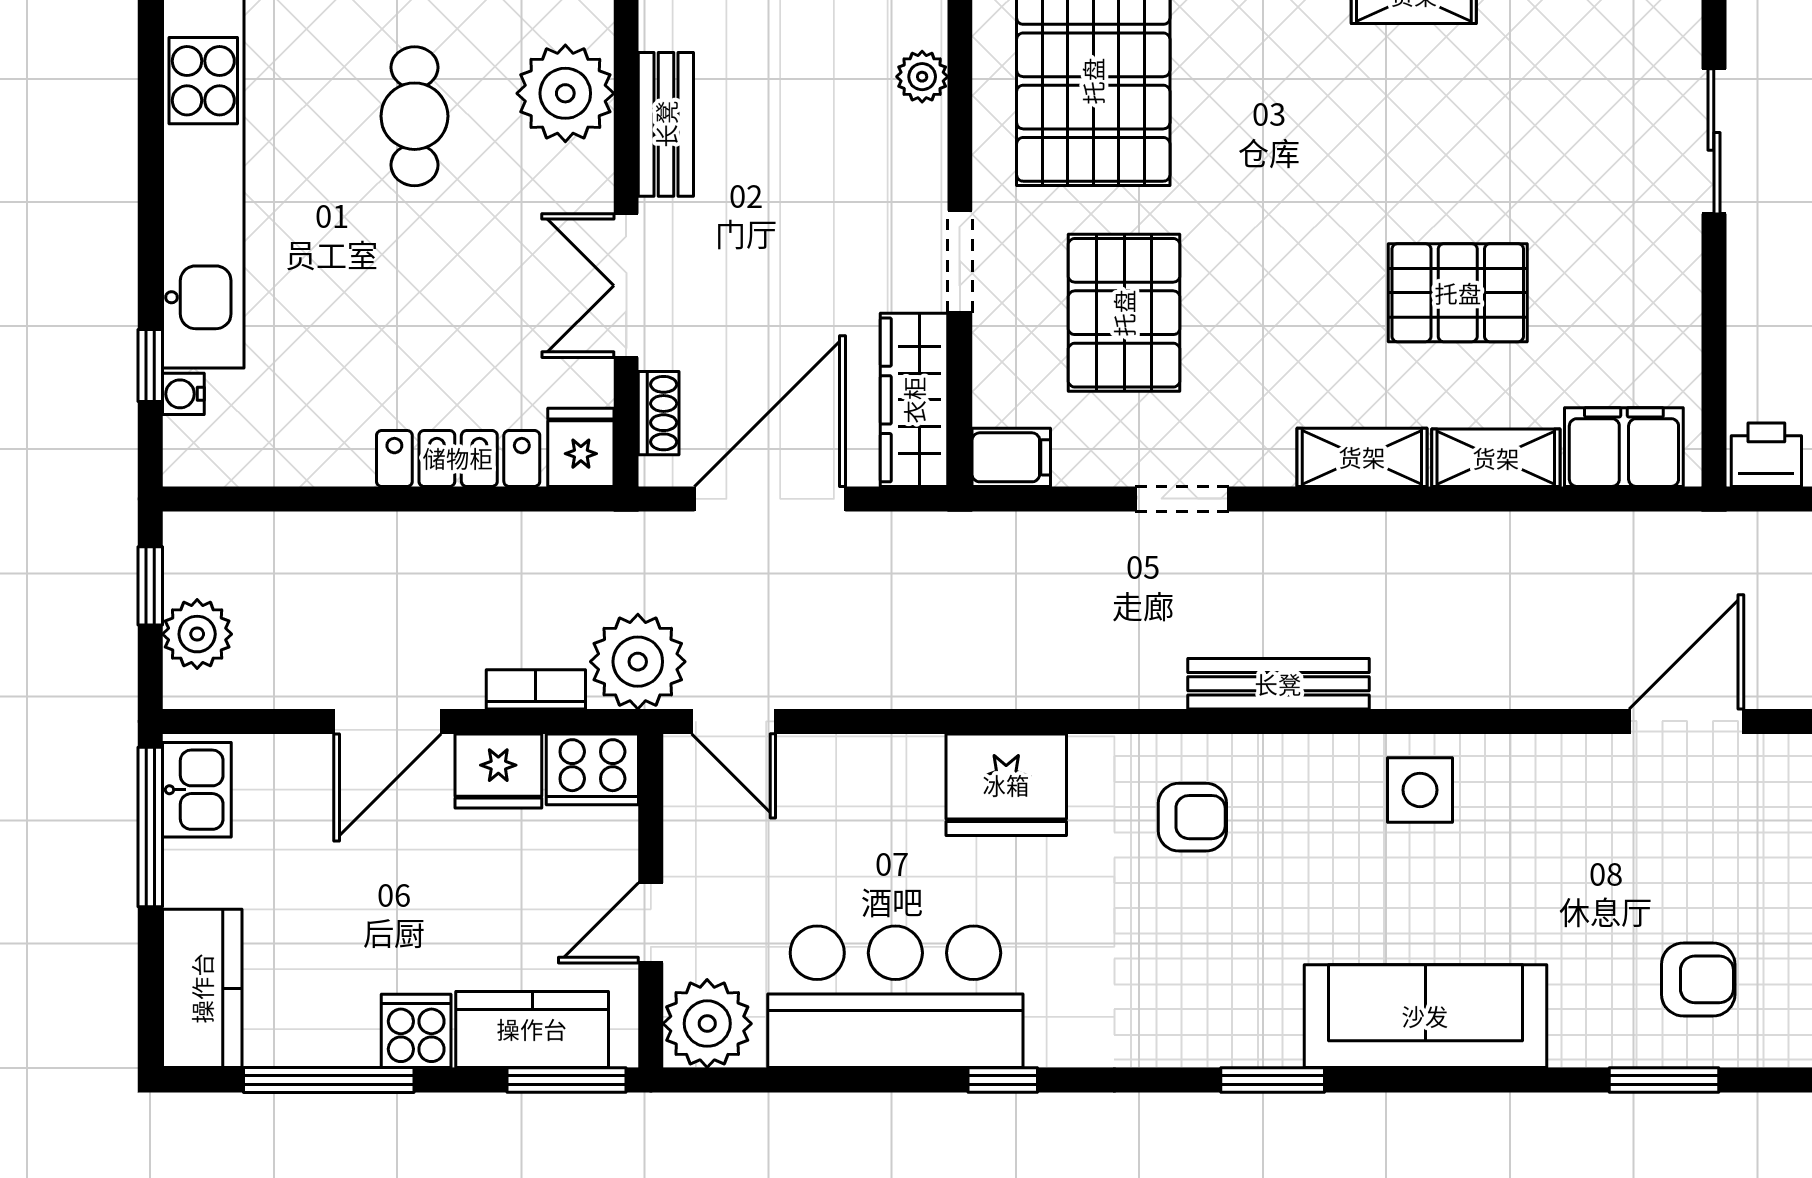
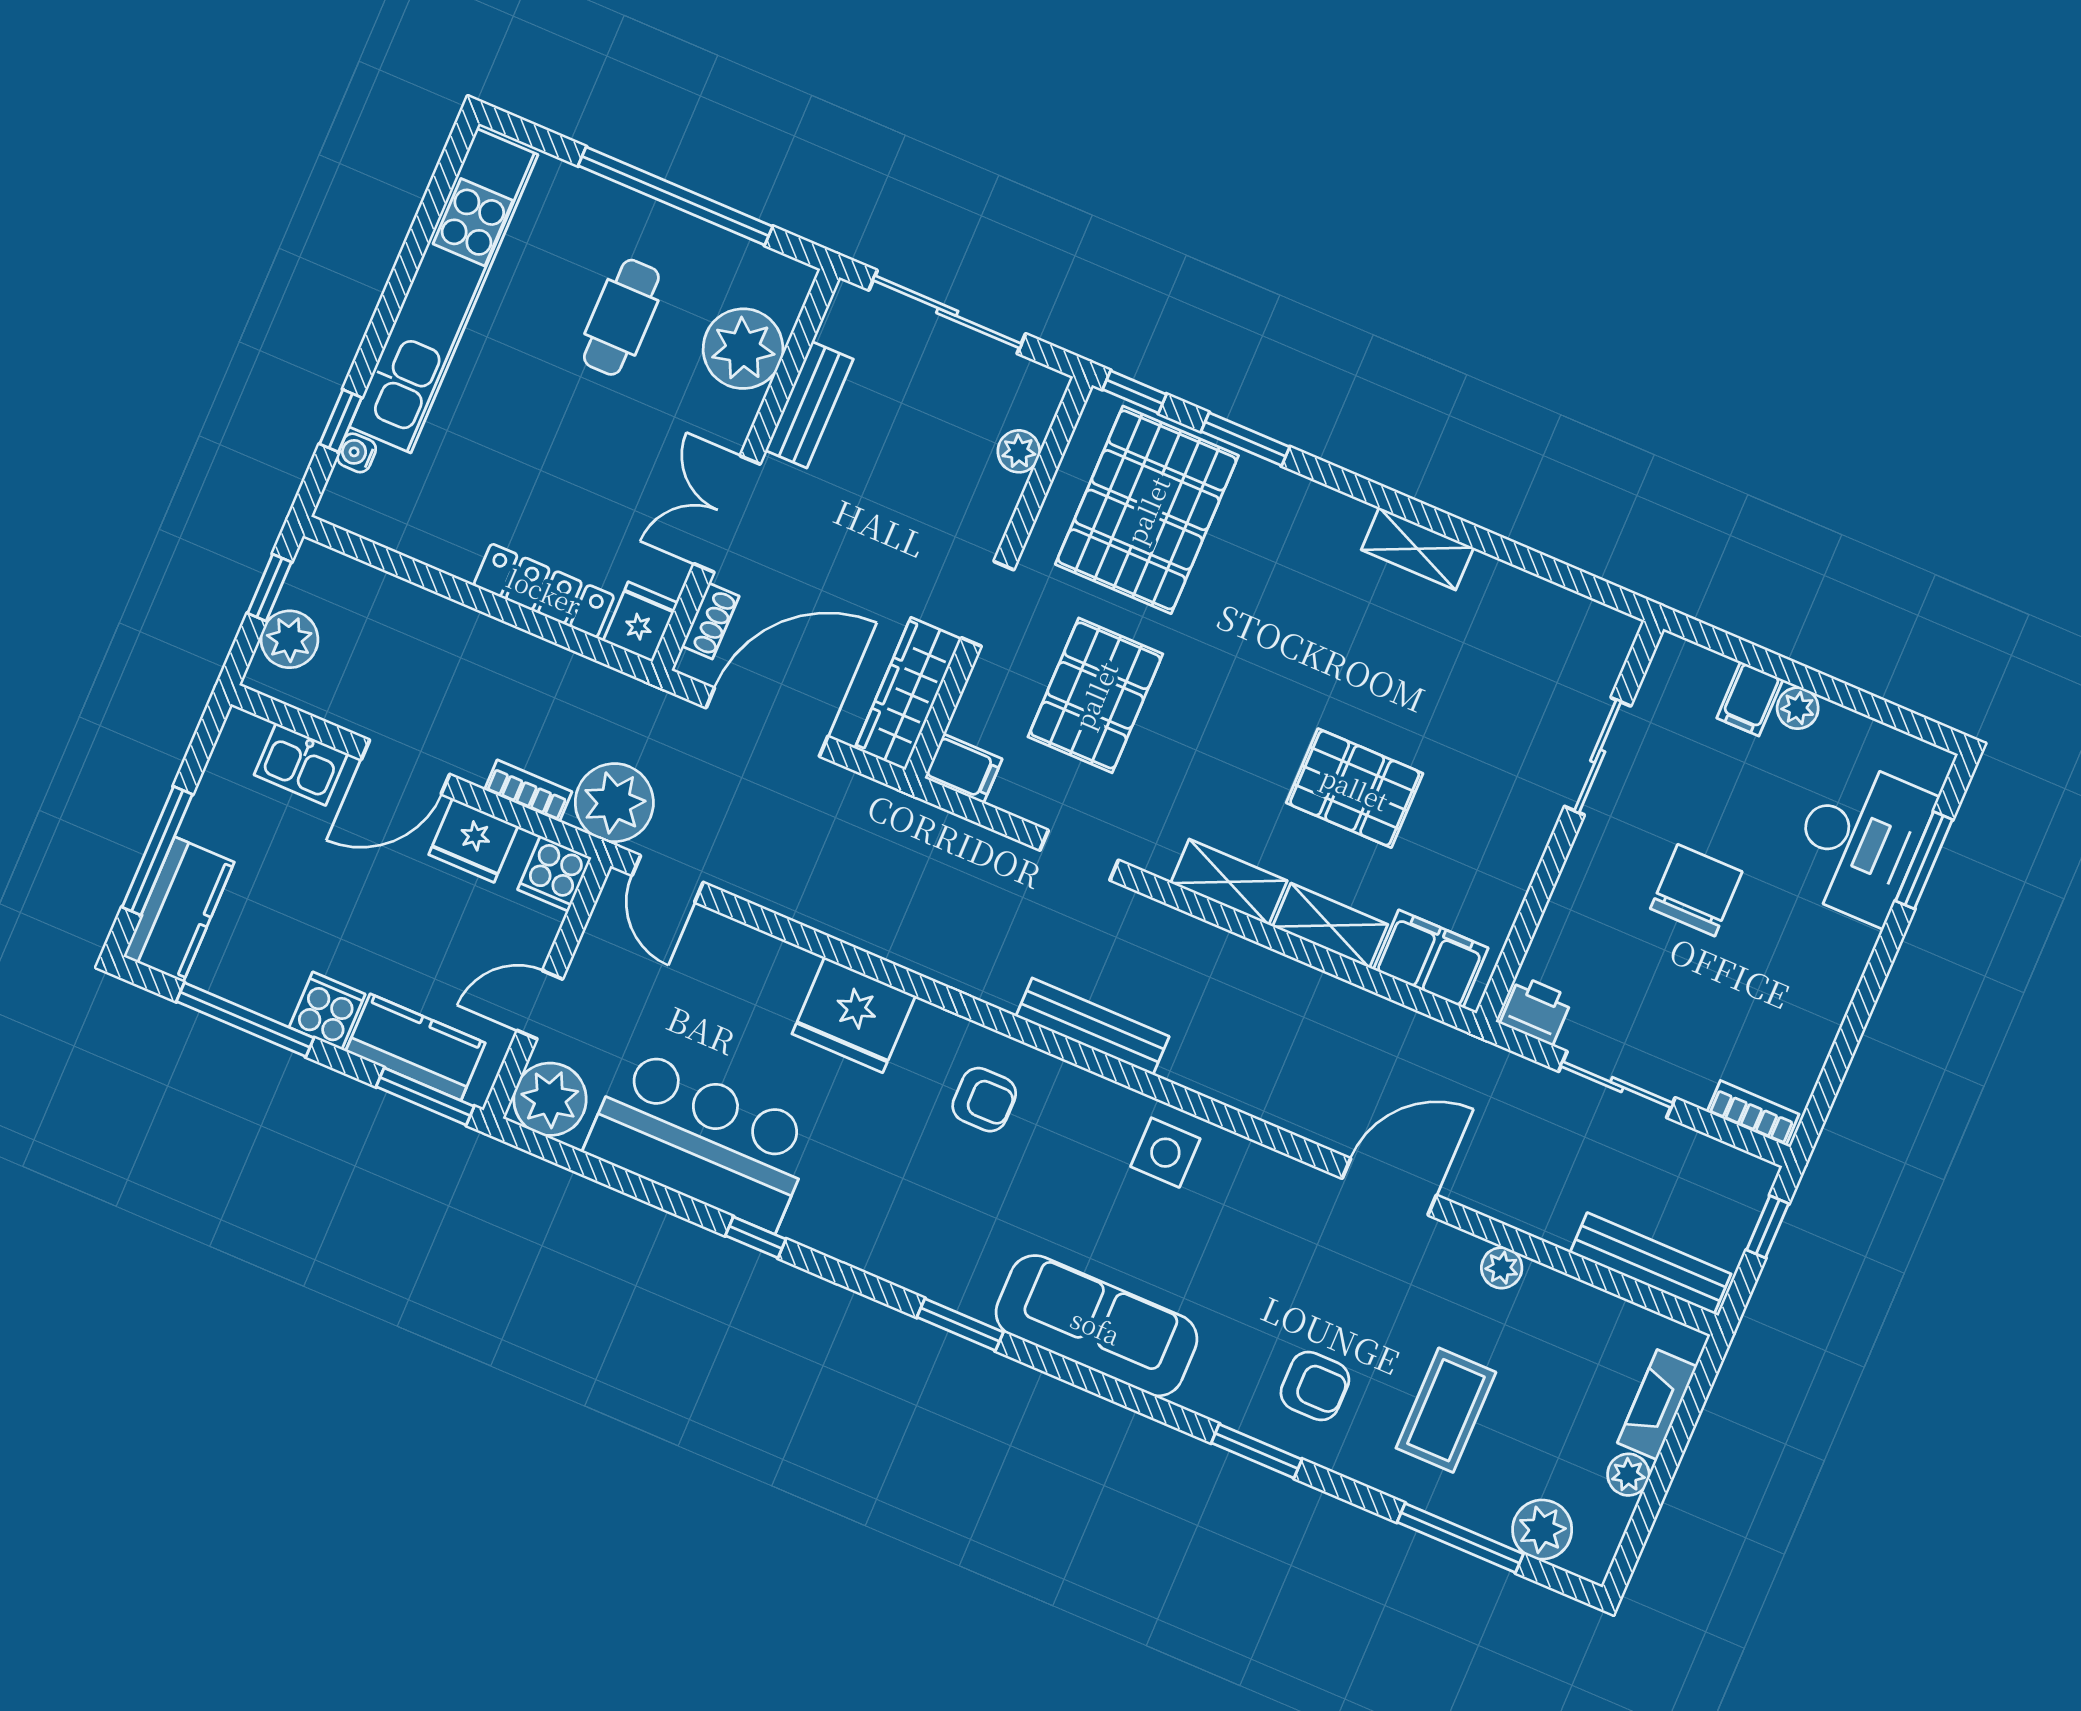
cooker: (592, 769) -> (554, 874), width x0.73
kitchen sink: (197, 790) -> (301, 764), moved, turned 90
window: (150, 827) -> (157, 851), moved

